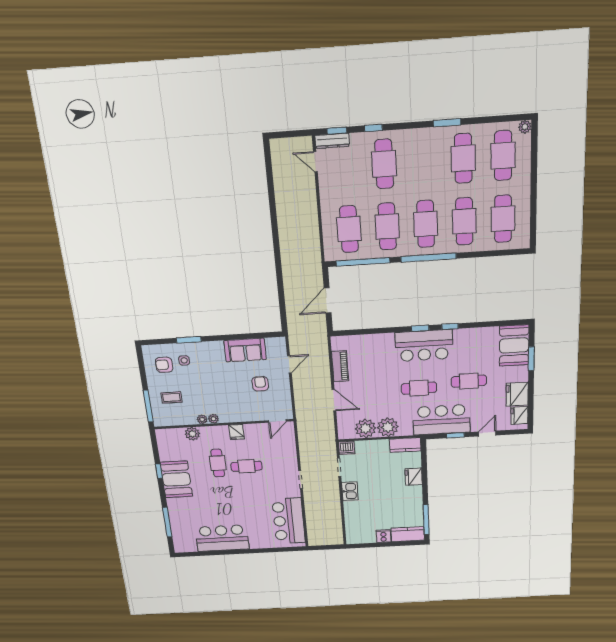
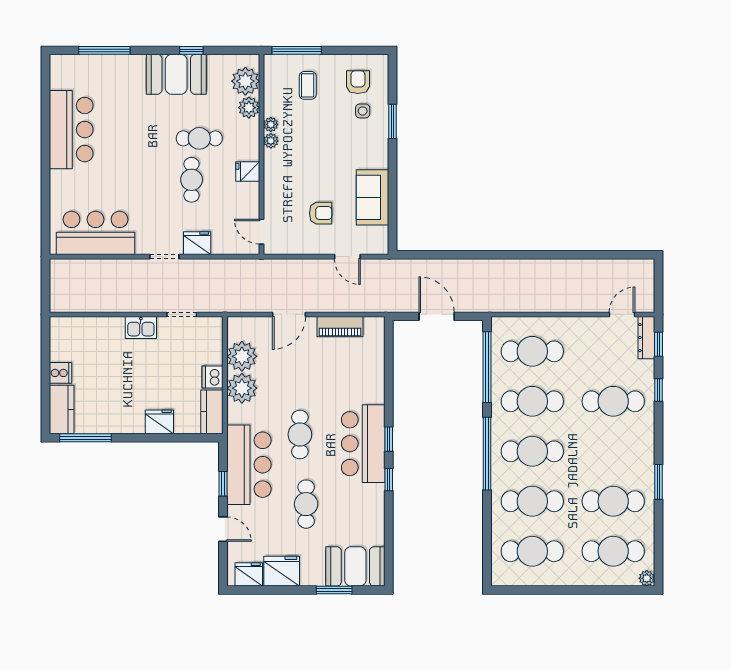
plant: (175, 437) -> (245, 81), added
dishwasher: (347, 448) -> (213, 377), moved
fridge: (289, 460) -> (197, 243), added

